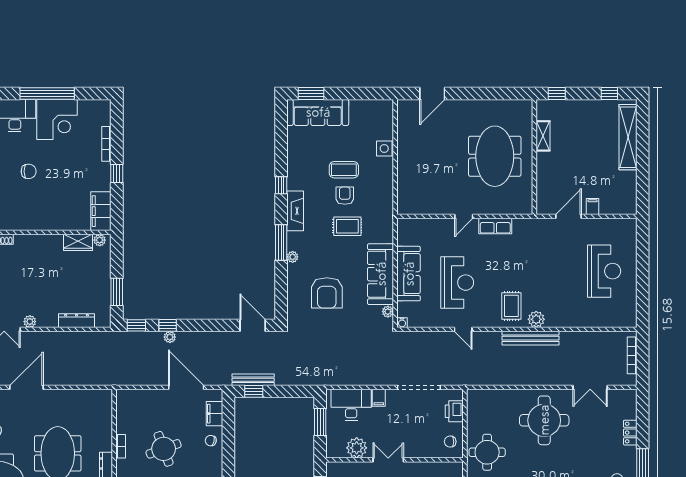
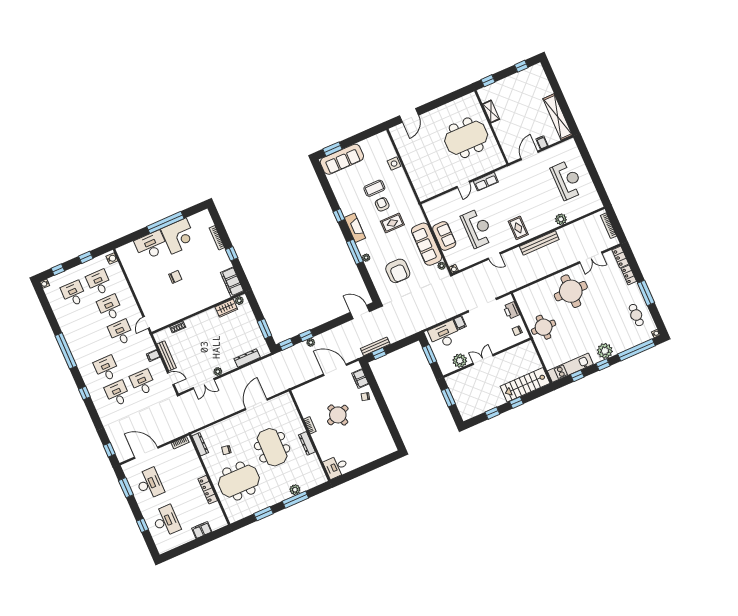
shelving: (628, 137) -> (558, 117), moved
meeting table: (495, 156) -> (466, 138), turned 90
sofa: (409, 274) -> (444, 236), width x0.73
plant: (536, 319) -> (561, 219), moved
door: (27, 387) -> (256, 404), moved
locker: (630, 404) -> (620, 257), added

